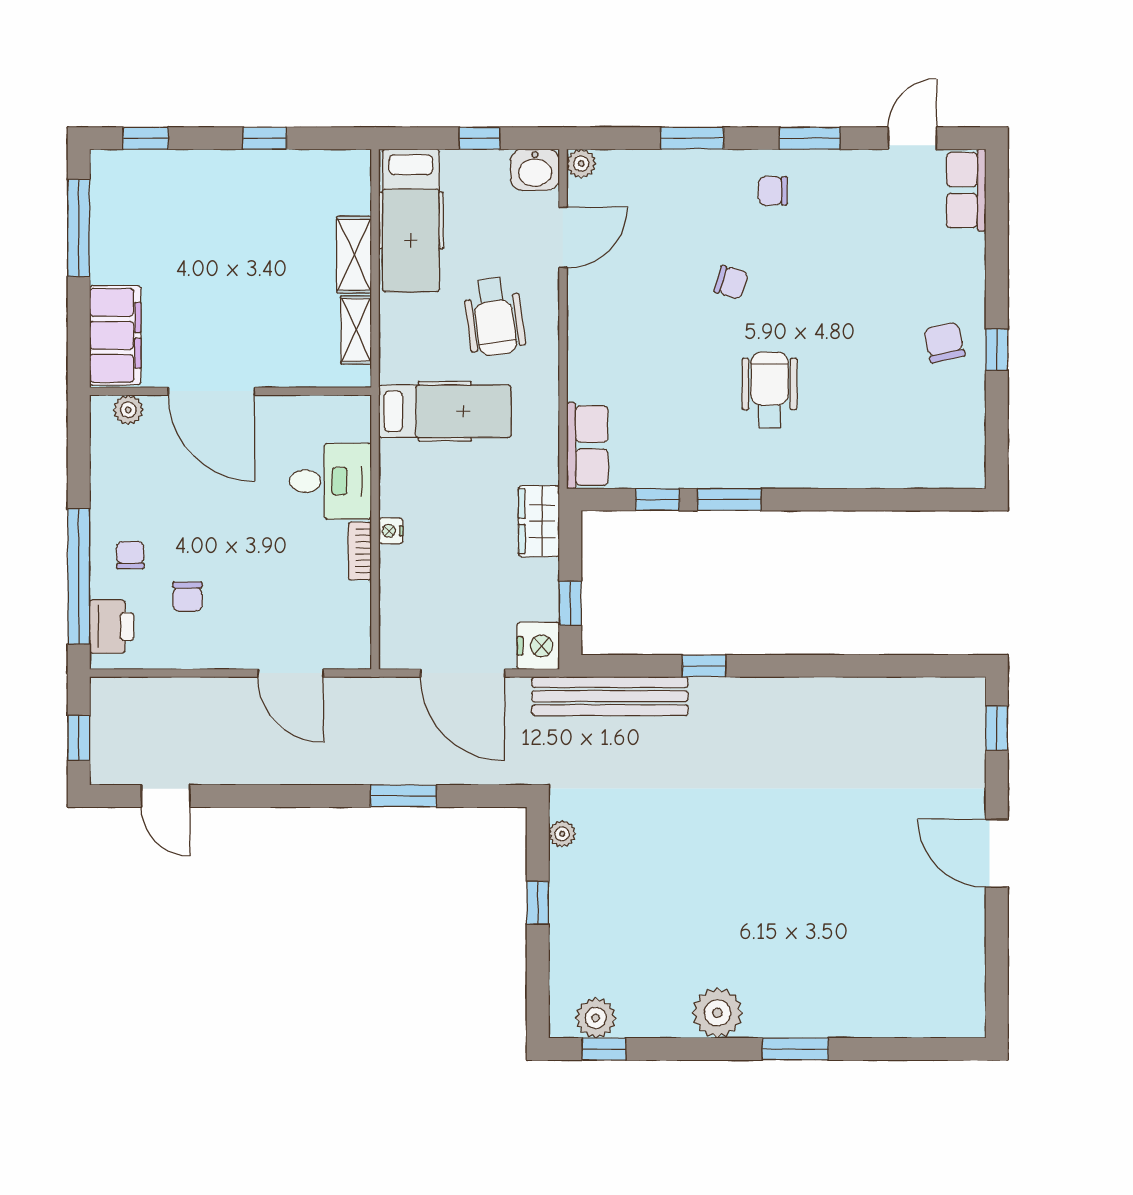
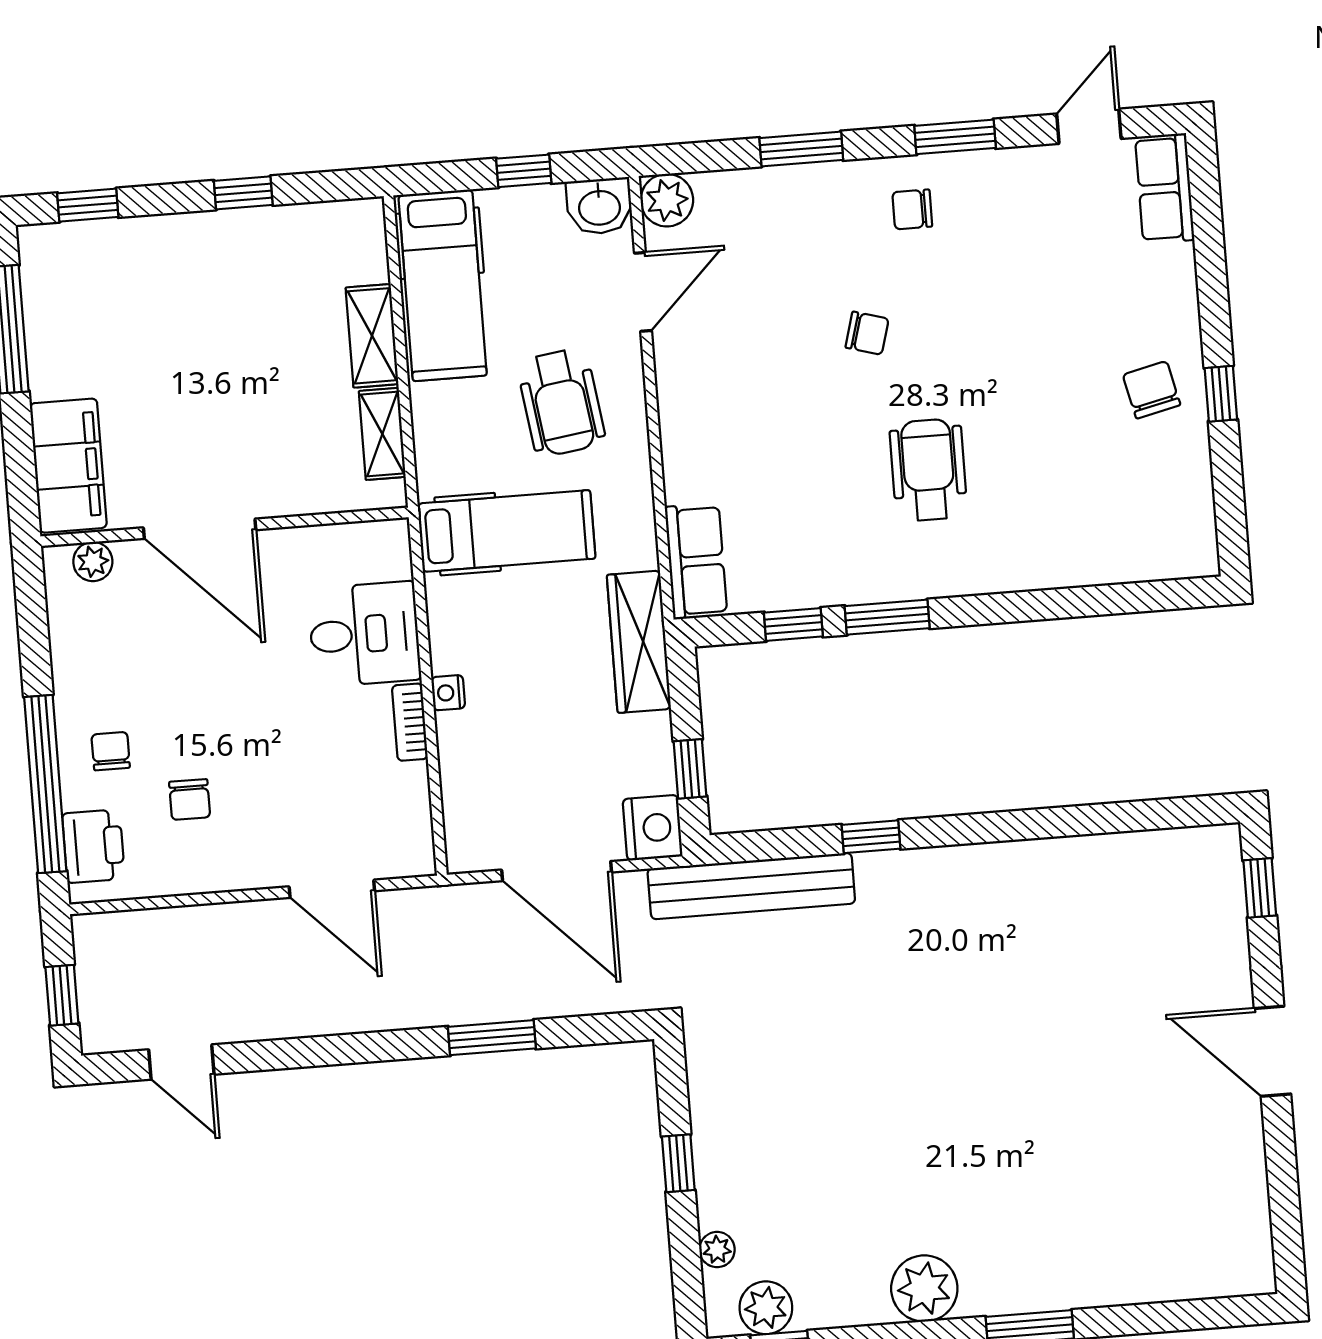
plant: (581, 164) -> (667, 200), width x1.38, depth x1.38
wardrobe: (539, 521) -> (639, 642), width x1.50
plant: (562, 834) -> (717, 1250), moved

